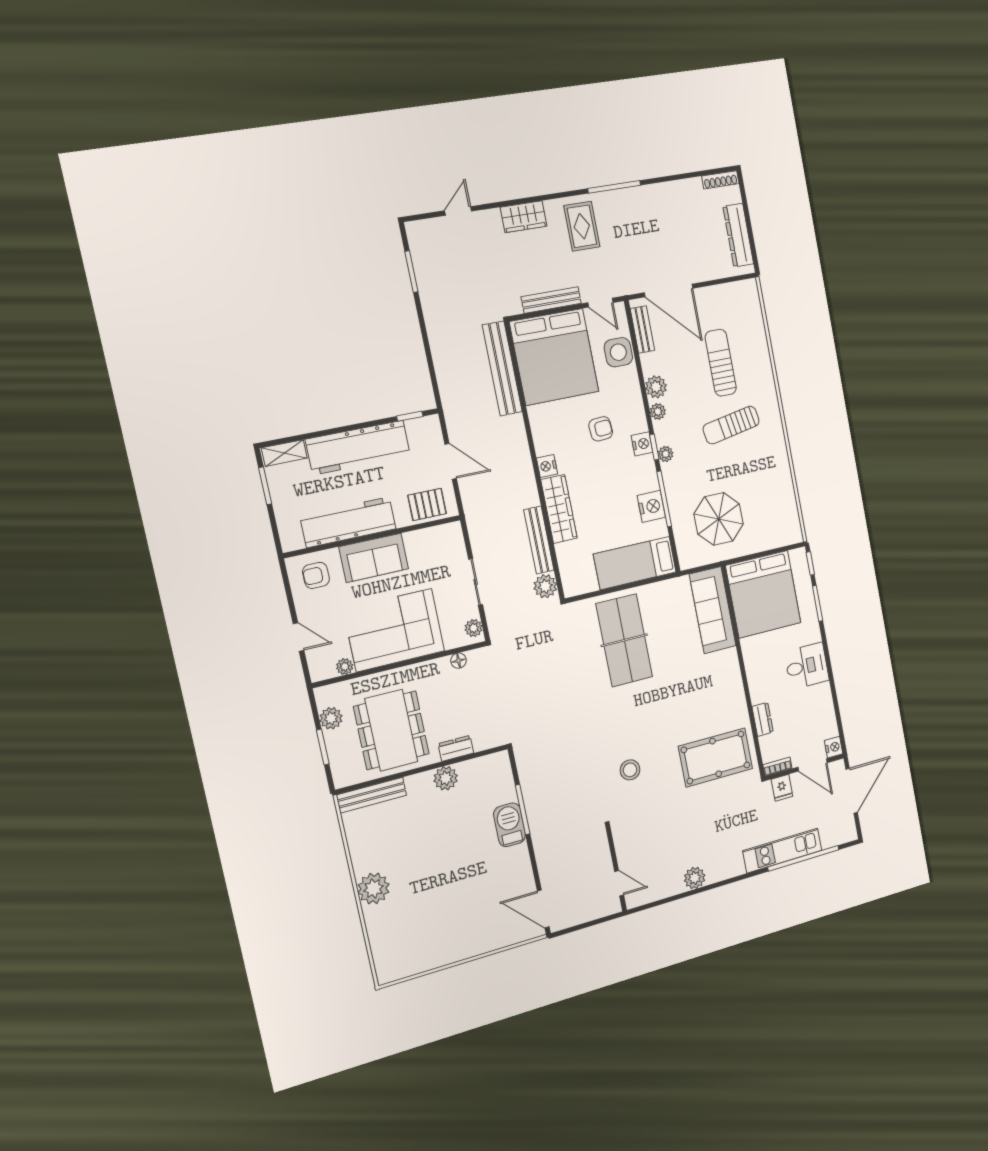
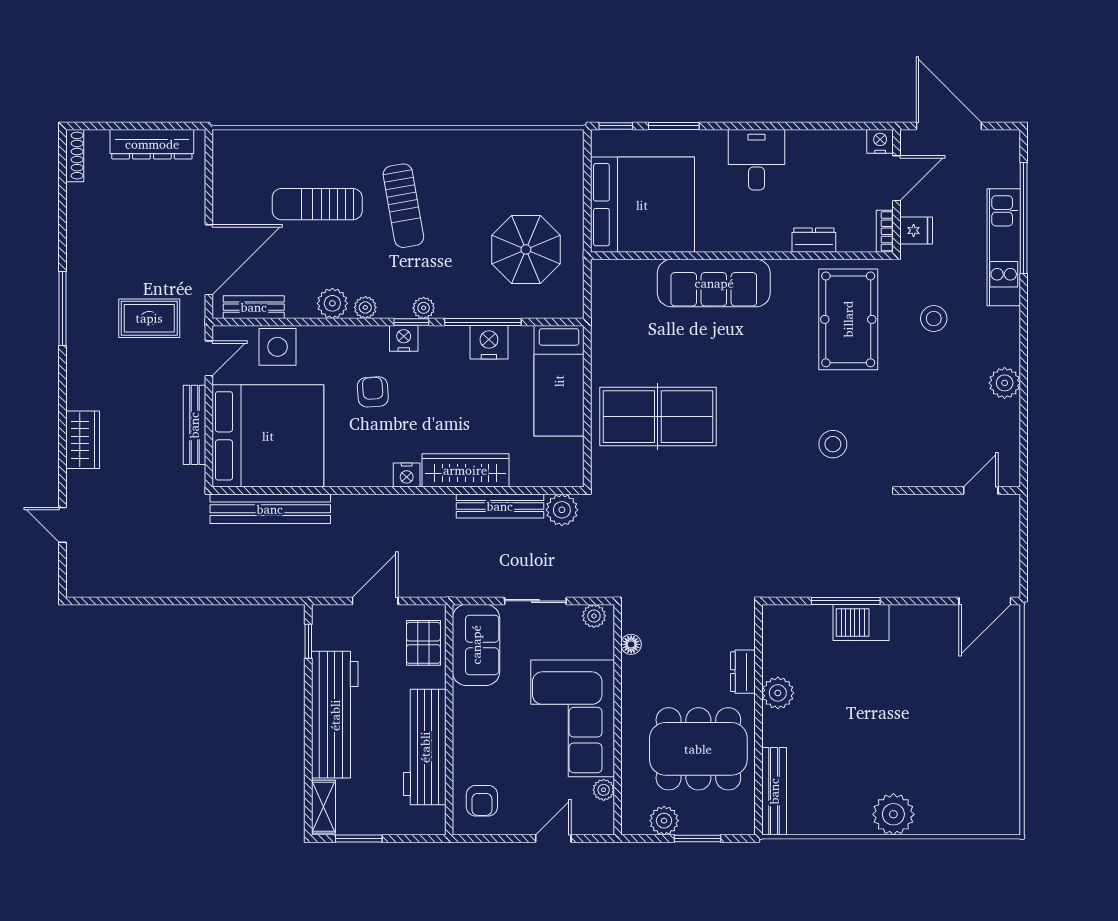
rug: (582, 226) -> (149, 318), moved
window: (411, 272) -> (129, 601), removed
sofa: (374, 558) -> (476, 645), moved
sofa: (713, 610) -> (714, 283), moved
stool: (727, 816) -> (934, 319), added

